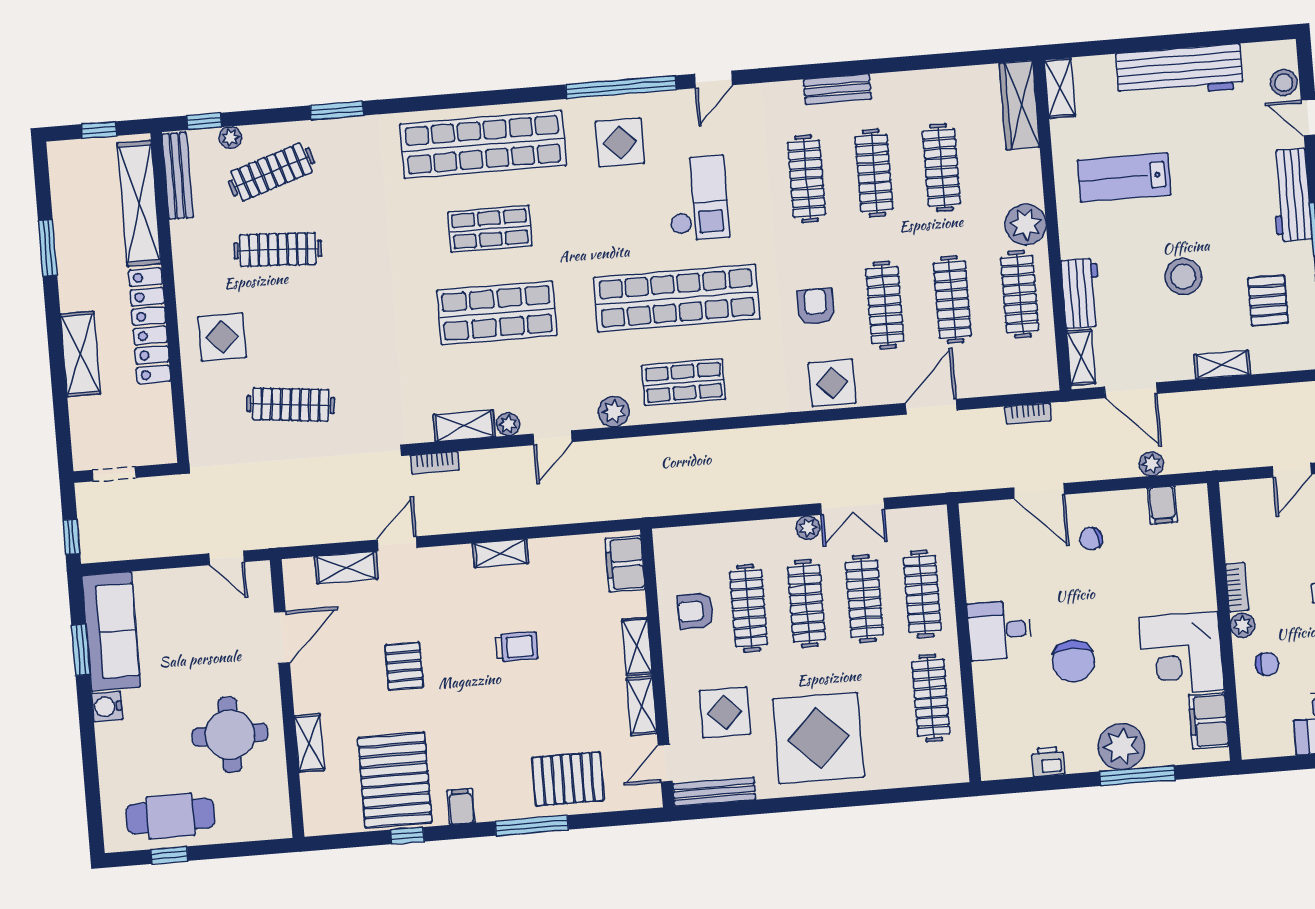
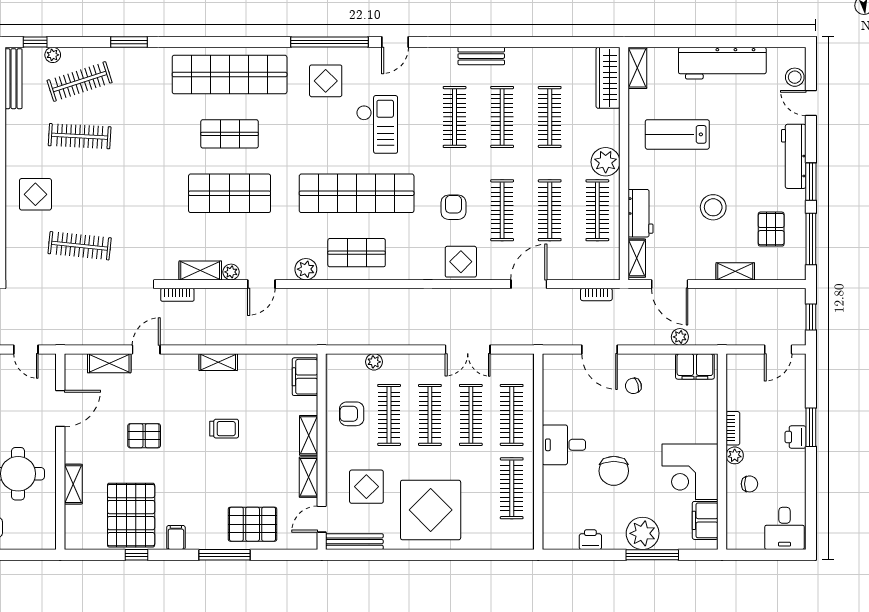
filing cabinet: (1162, 505) -> (695, 366), width x2.00
plant: (808, 528) -> (374, 362), moved
pallet: (404, 666) -> (144, 436), turned 90

